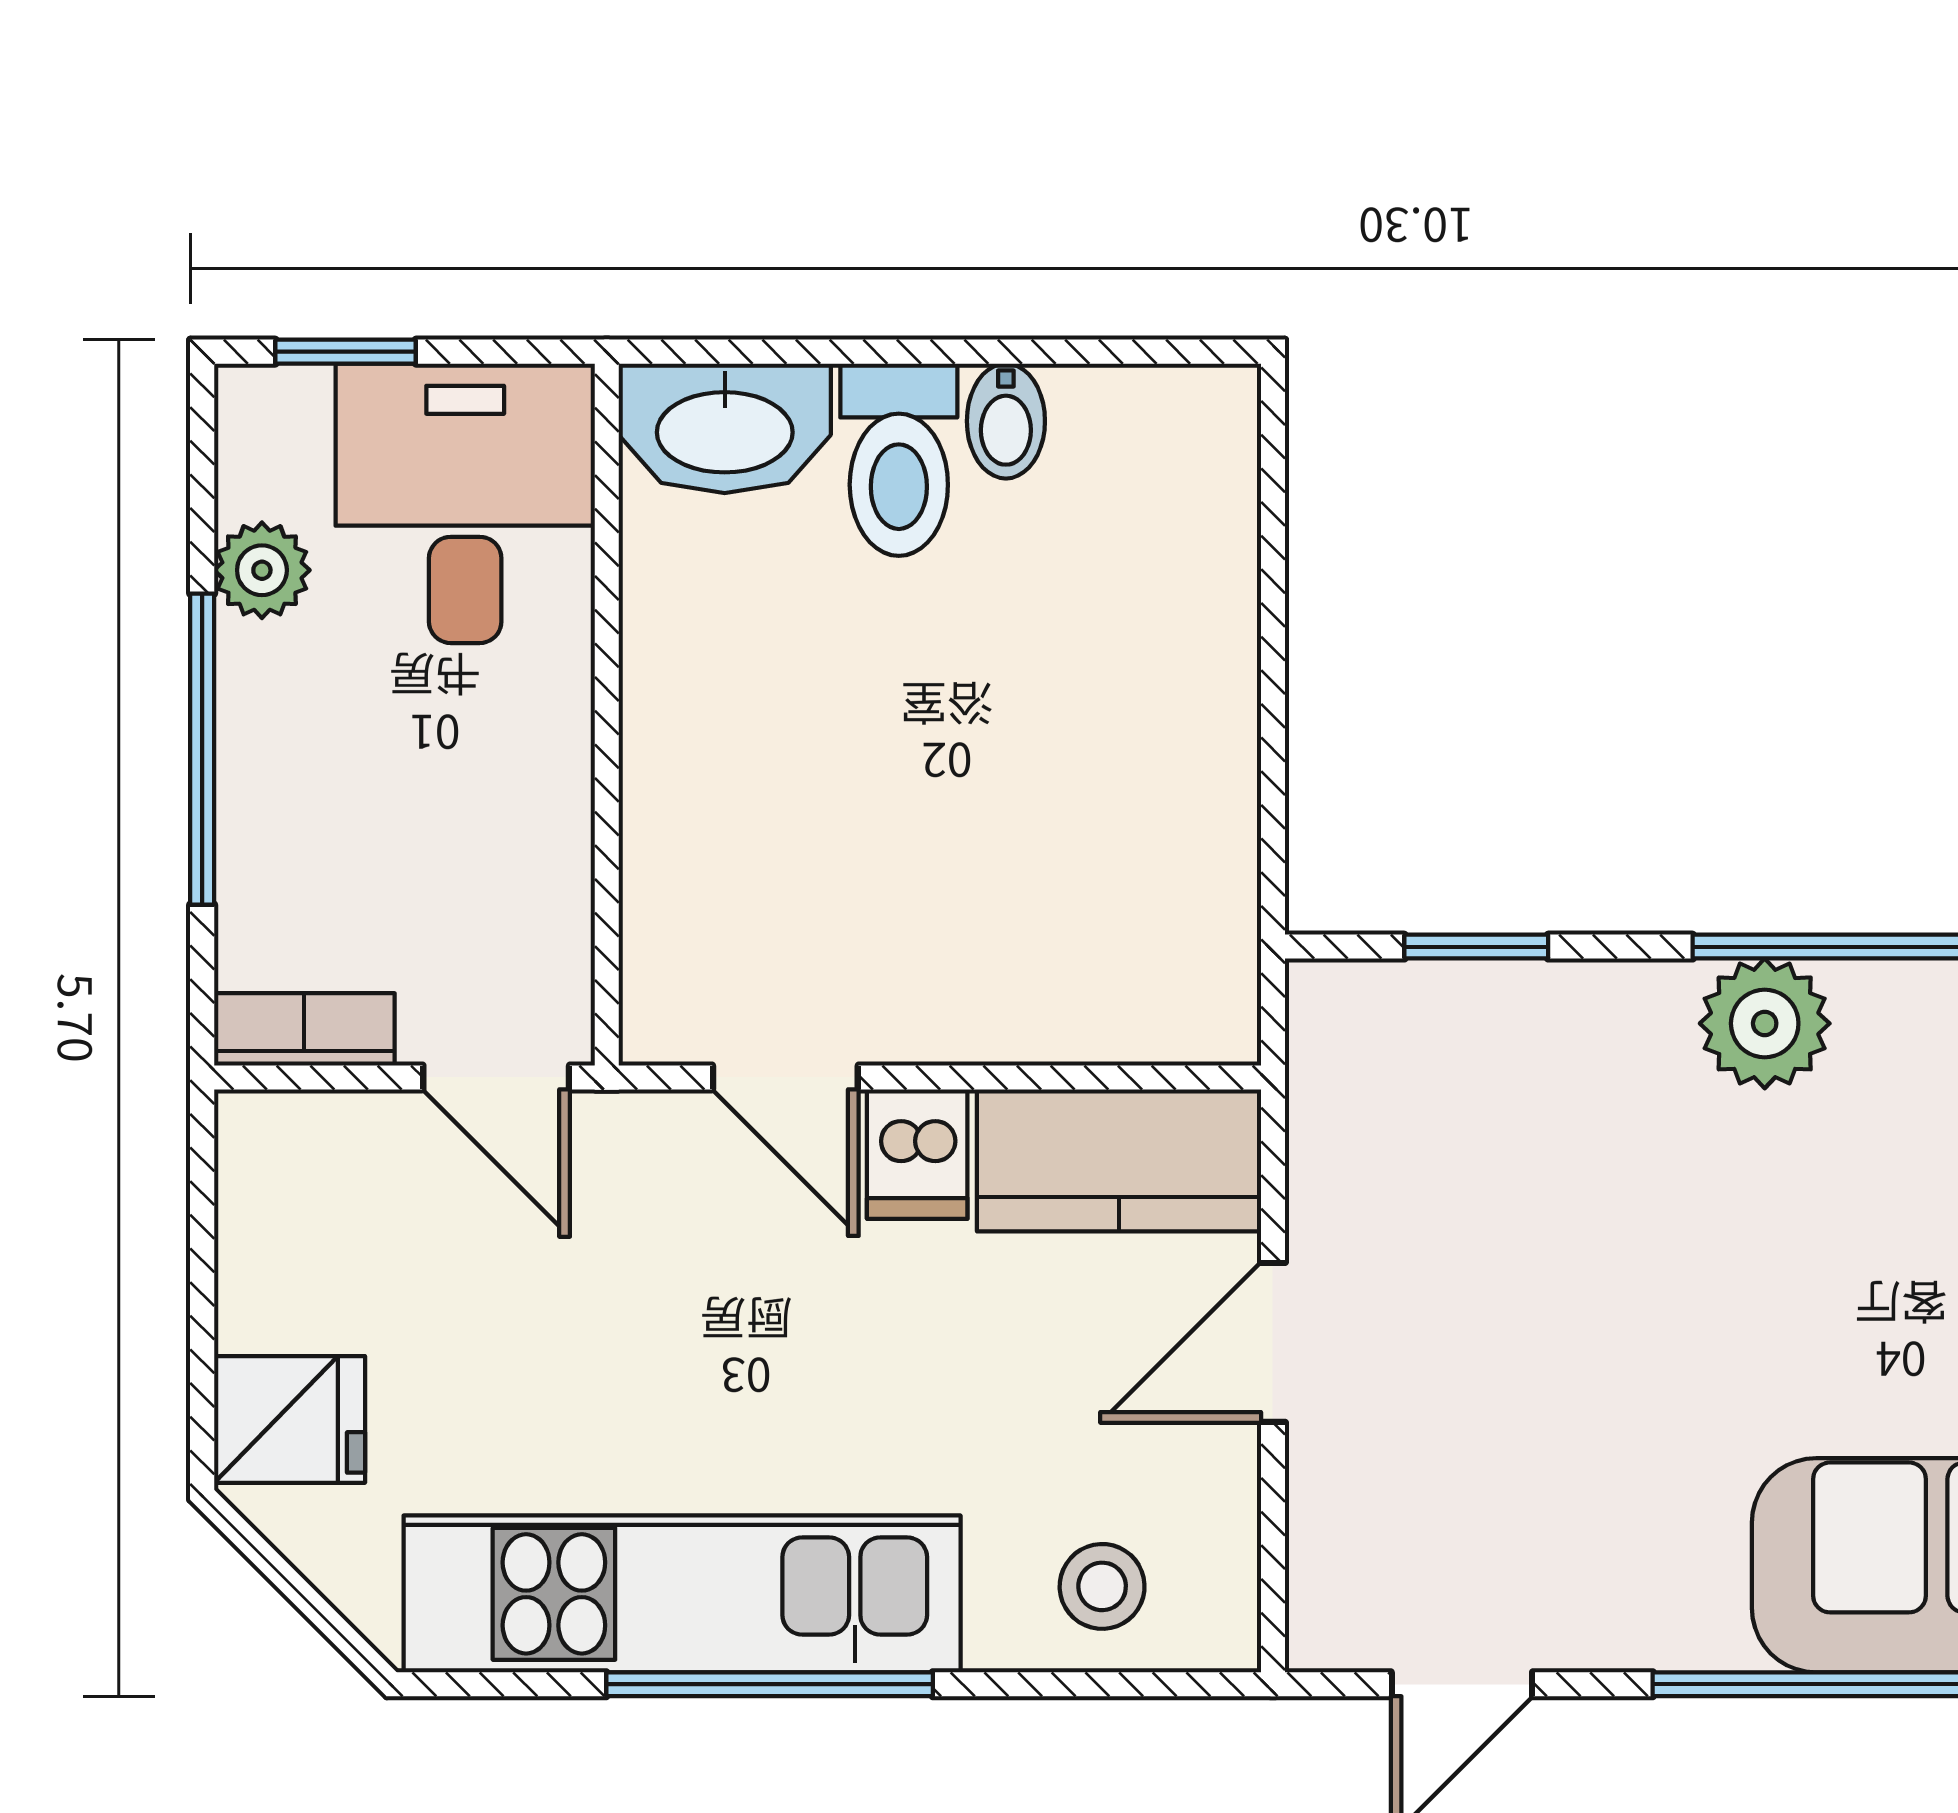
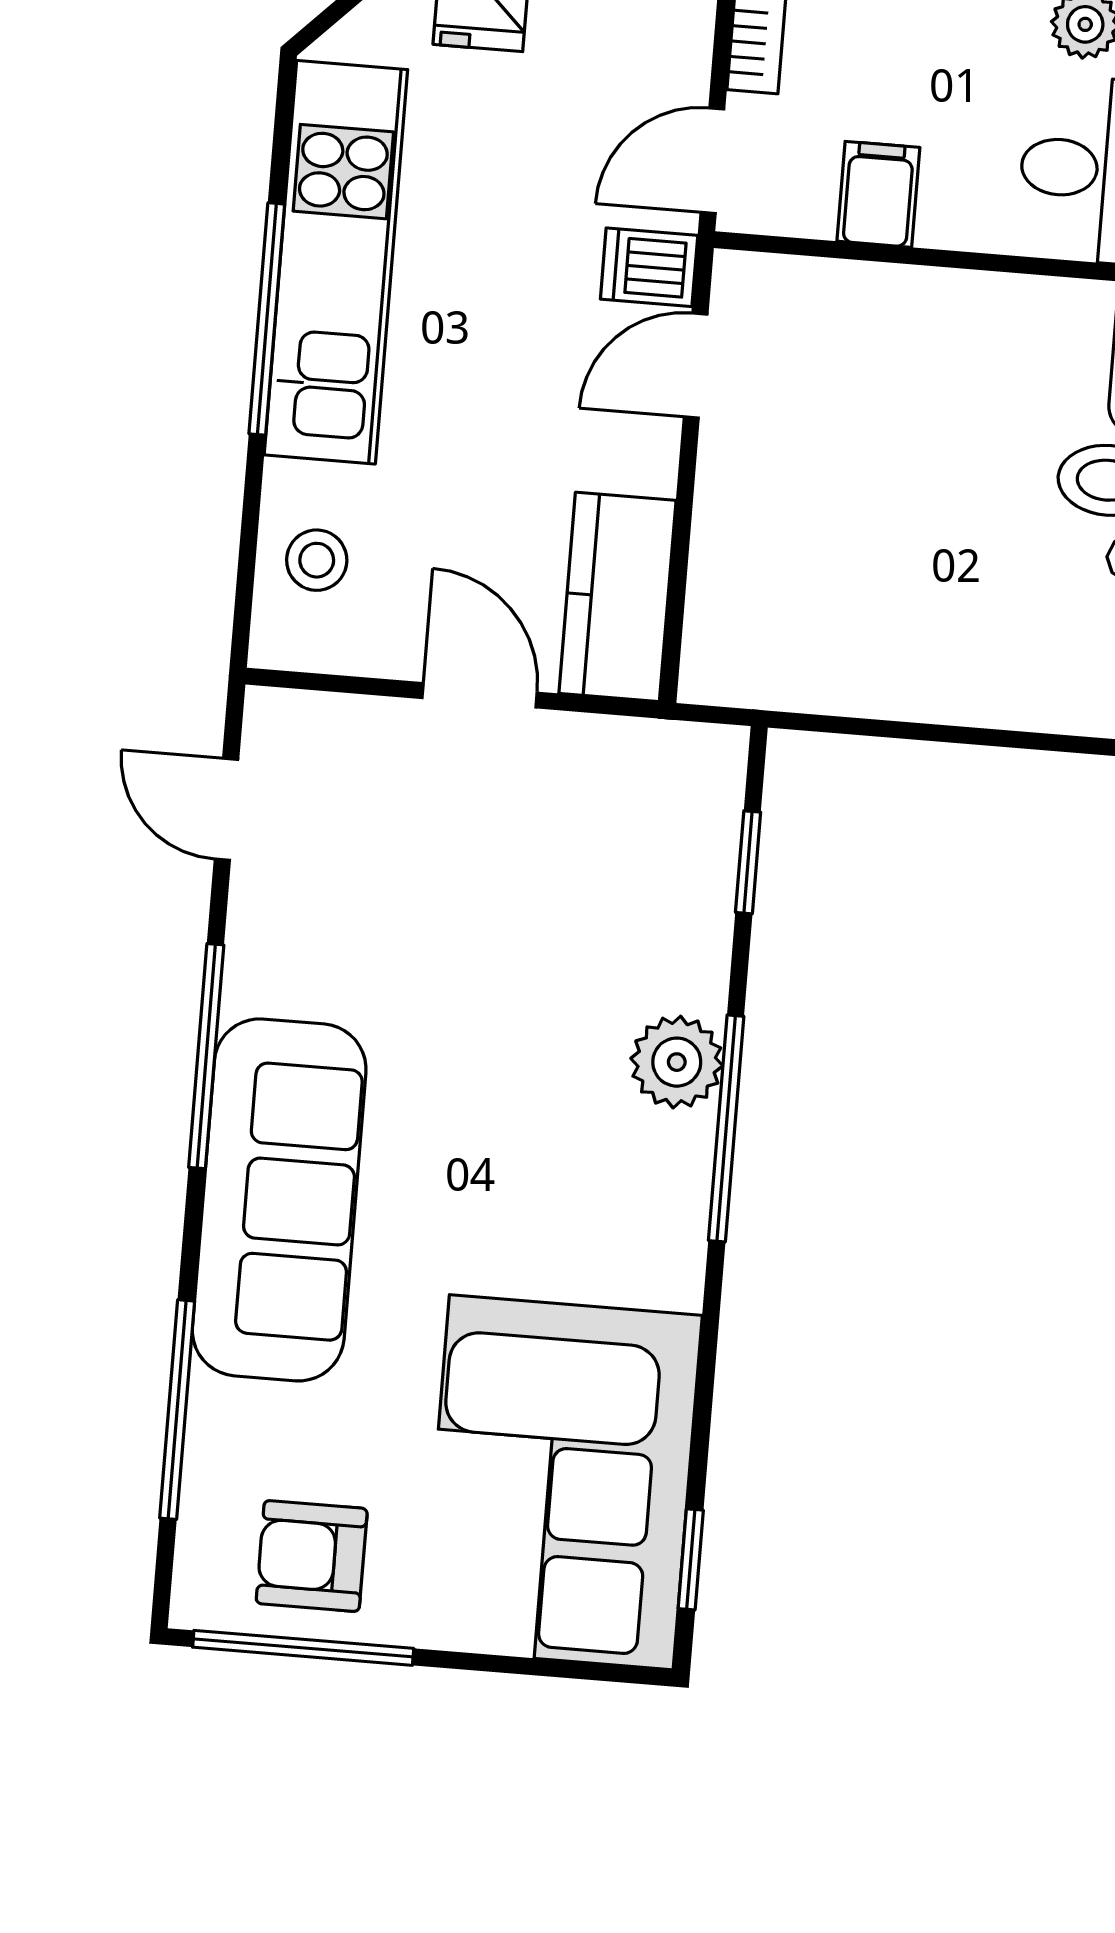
filing cabinet: (524, 841) -> (878, 194), added
dishwasher: (917, 1154) -> (649, 267), moved

